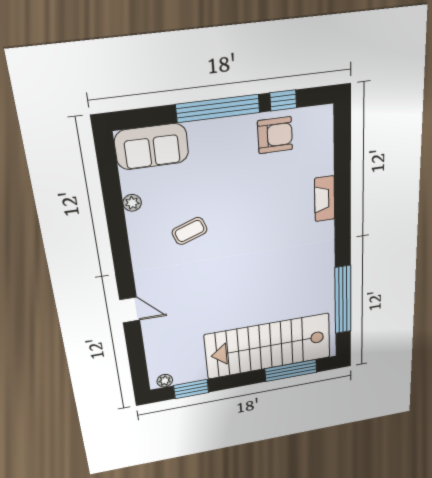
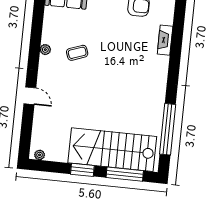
fireplace: (325, 199) -> (165, 40), moved
plant: (132, 203) -> (45, 50), moved
window: (191, 389) -> (82, 170), moved

